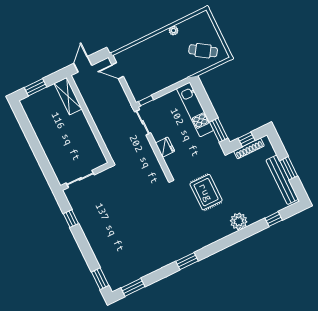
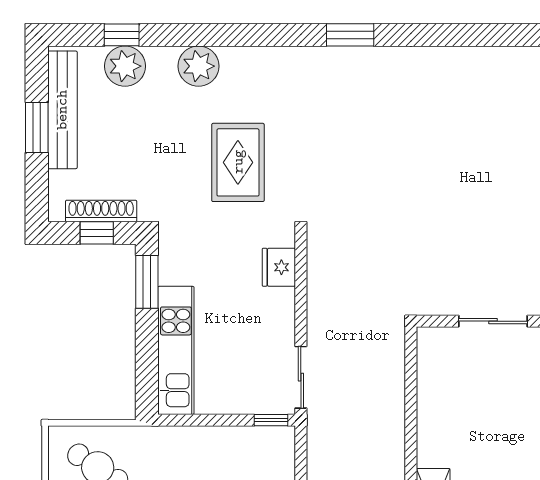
fridge: (165, 147) -> (279, 267), moved
plant: (267, 208) -> (125, 66), added
window: (133, 287) -> (493, 35), removed

